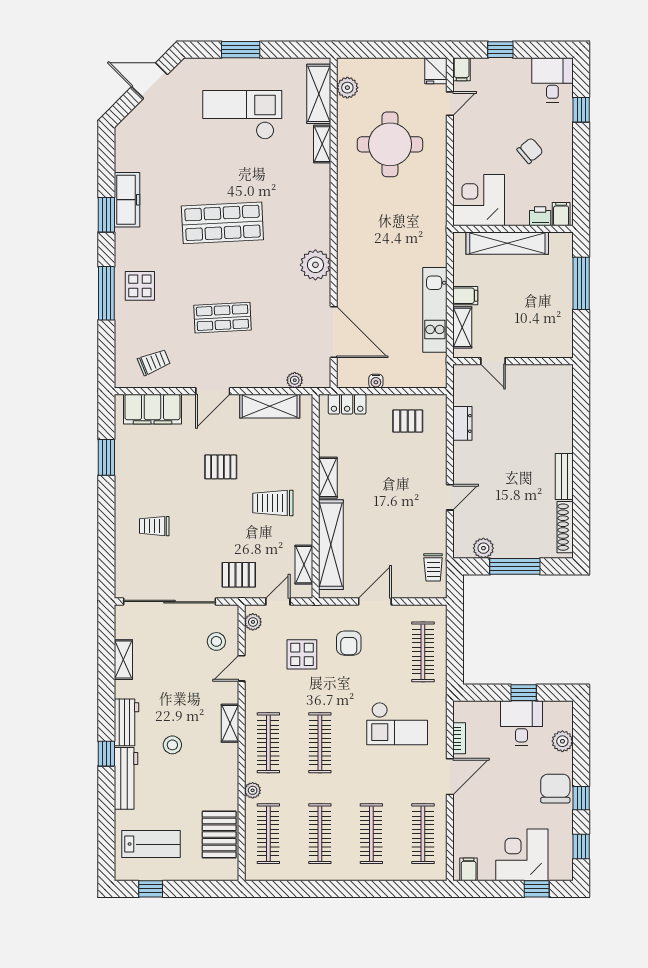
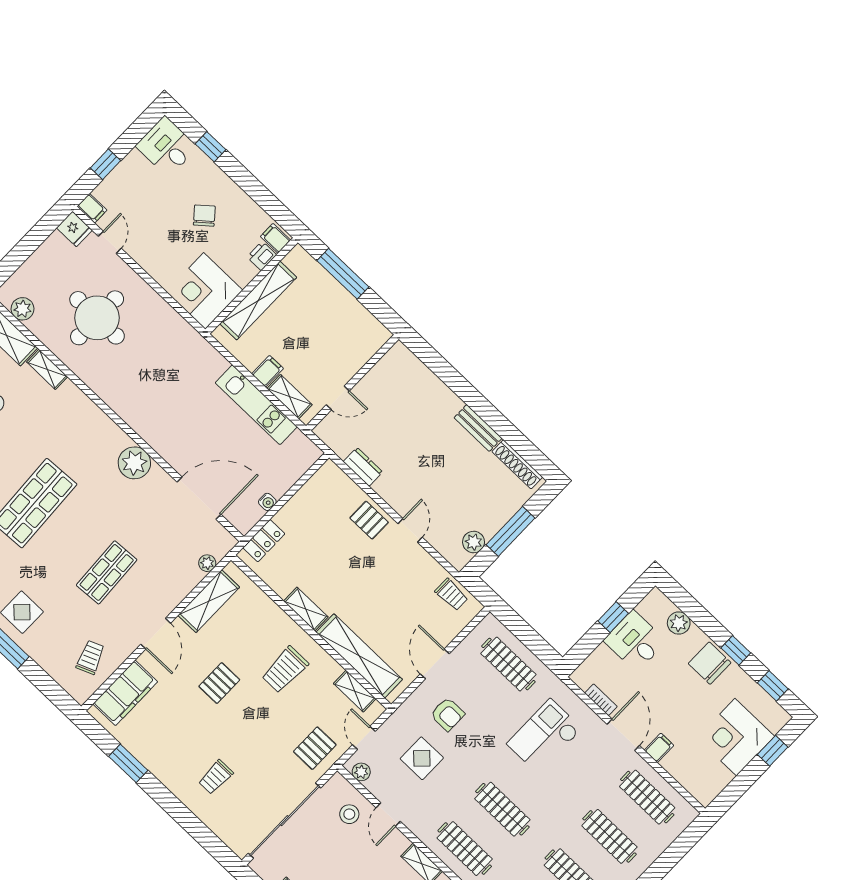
pallet: (408, 421) -> (369, 520), moved, turned 90
checkout: (397, 724) -> (544, 736), turned 180
filing cabinet: (469, 869) -> (659, 748), moved, turned 90

